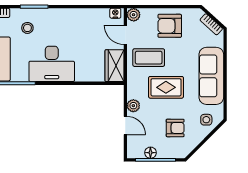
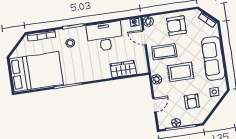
desk: (52, 64) -> (105, 36), moved, turned 180
wardrobe: (115, 66) -> (123, 69), moved, turned 90
plant: (133, 106) -> (157, 79), moved
door: (125, 125) -> (154, 105), hinge flipped
armchair: (175, 128) -> (192, 101), turned 90

